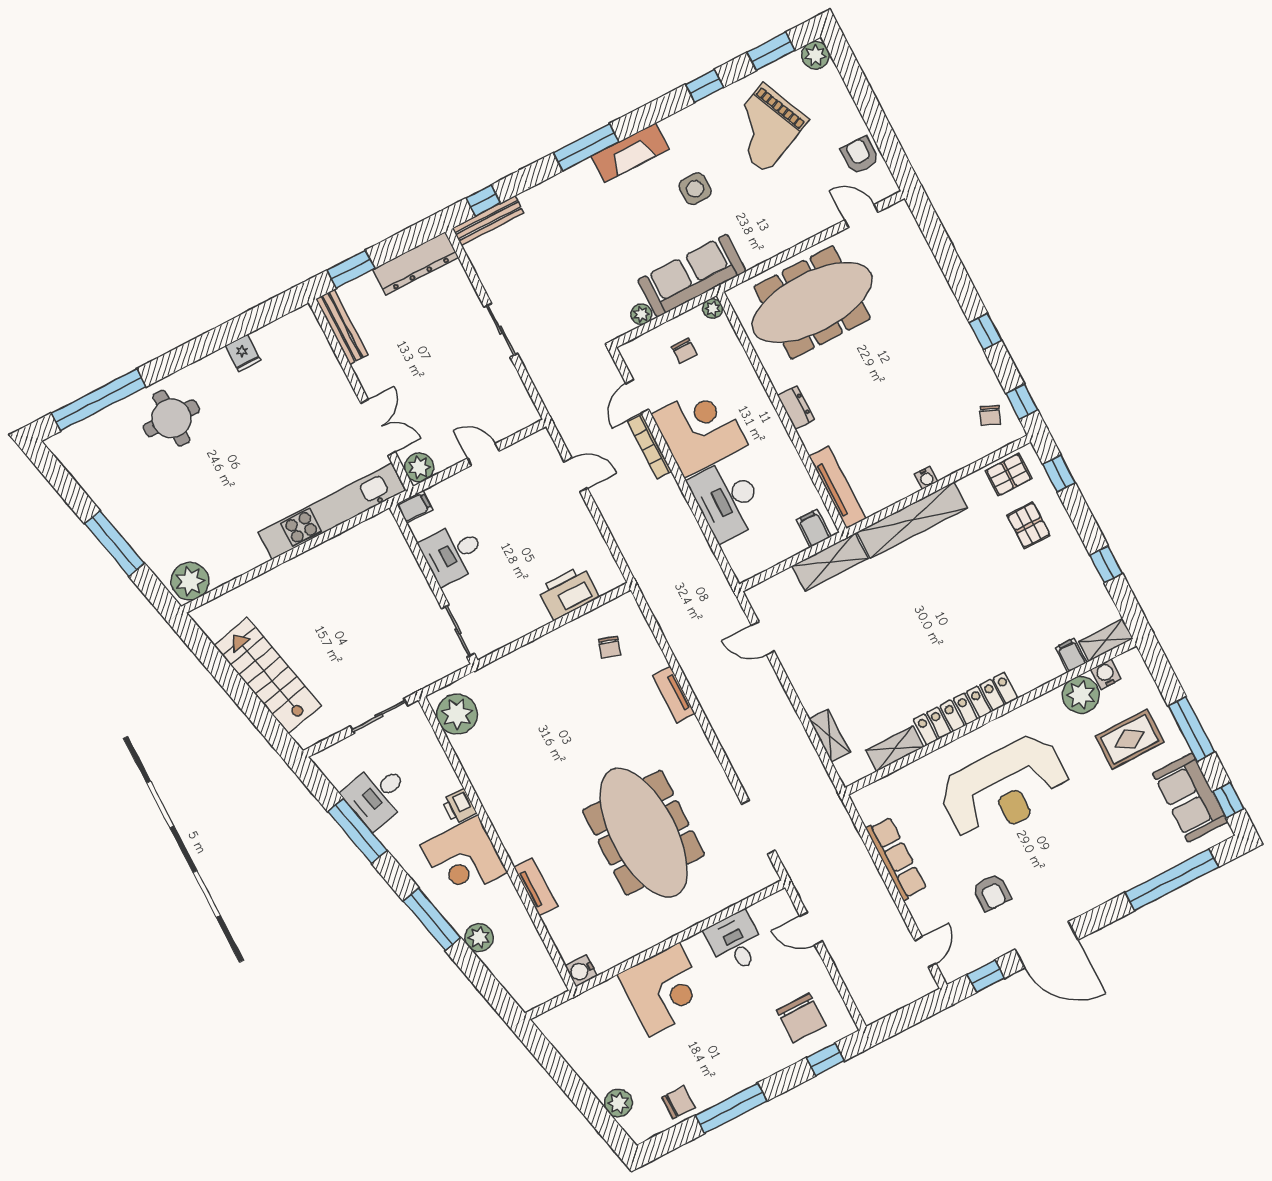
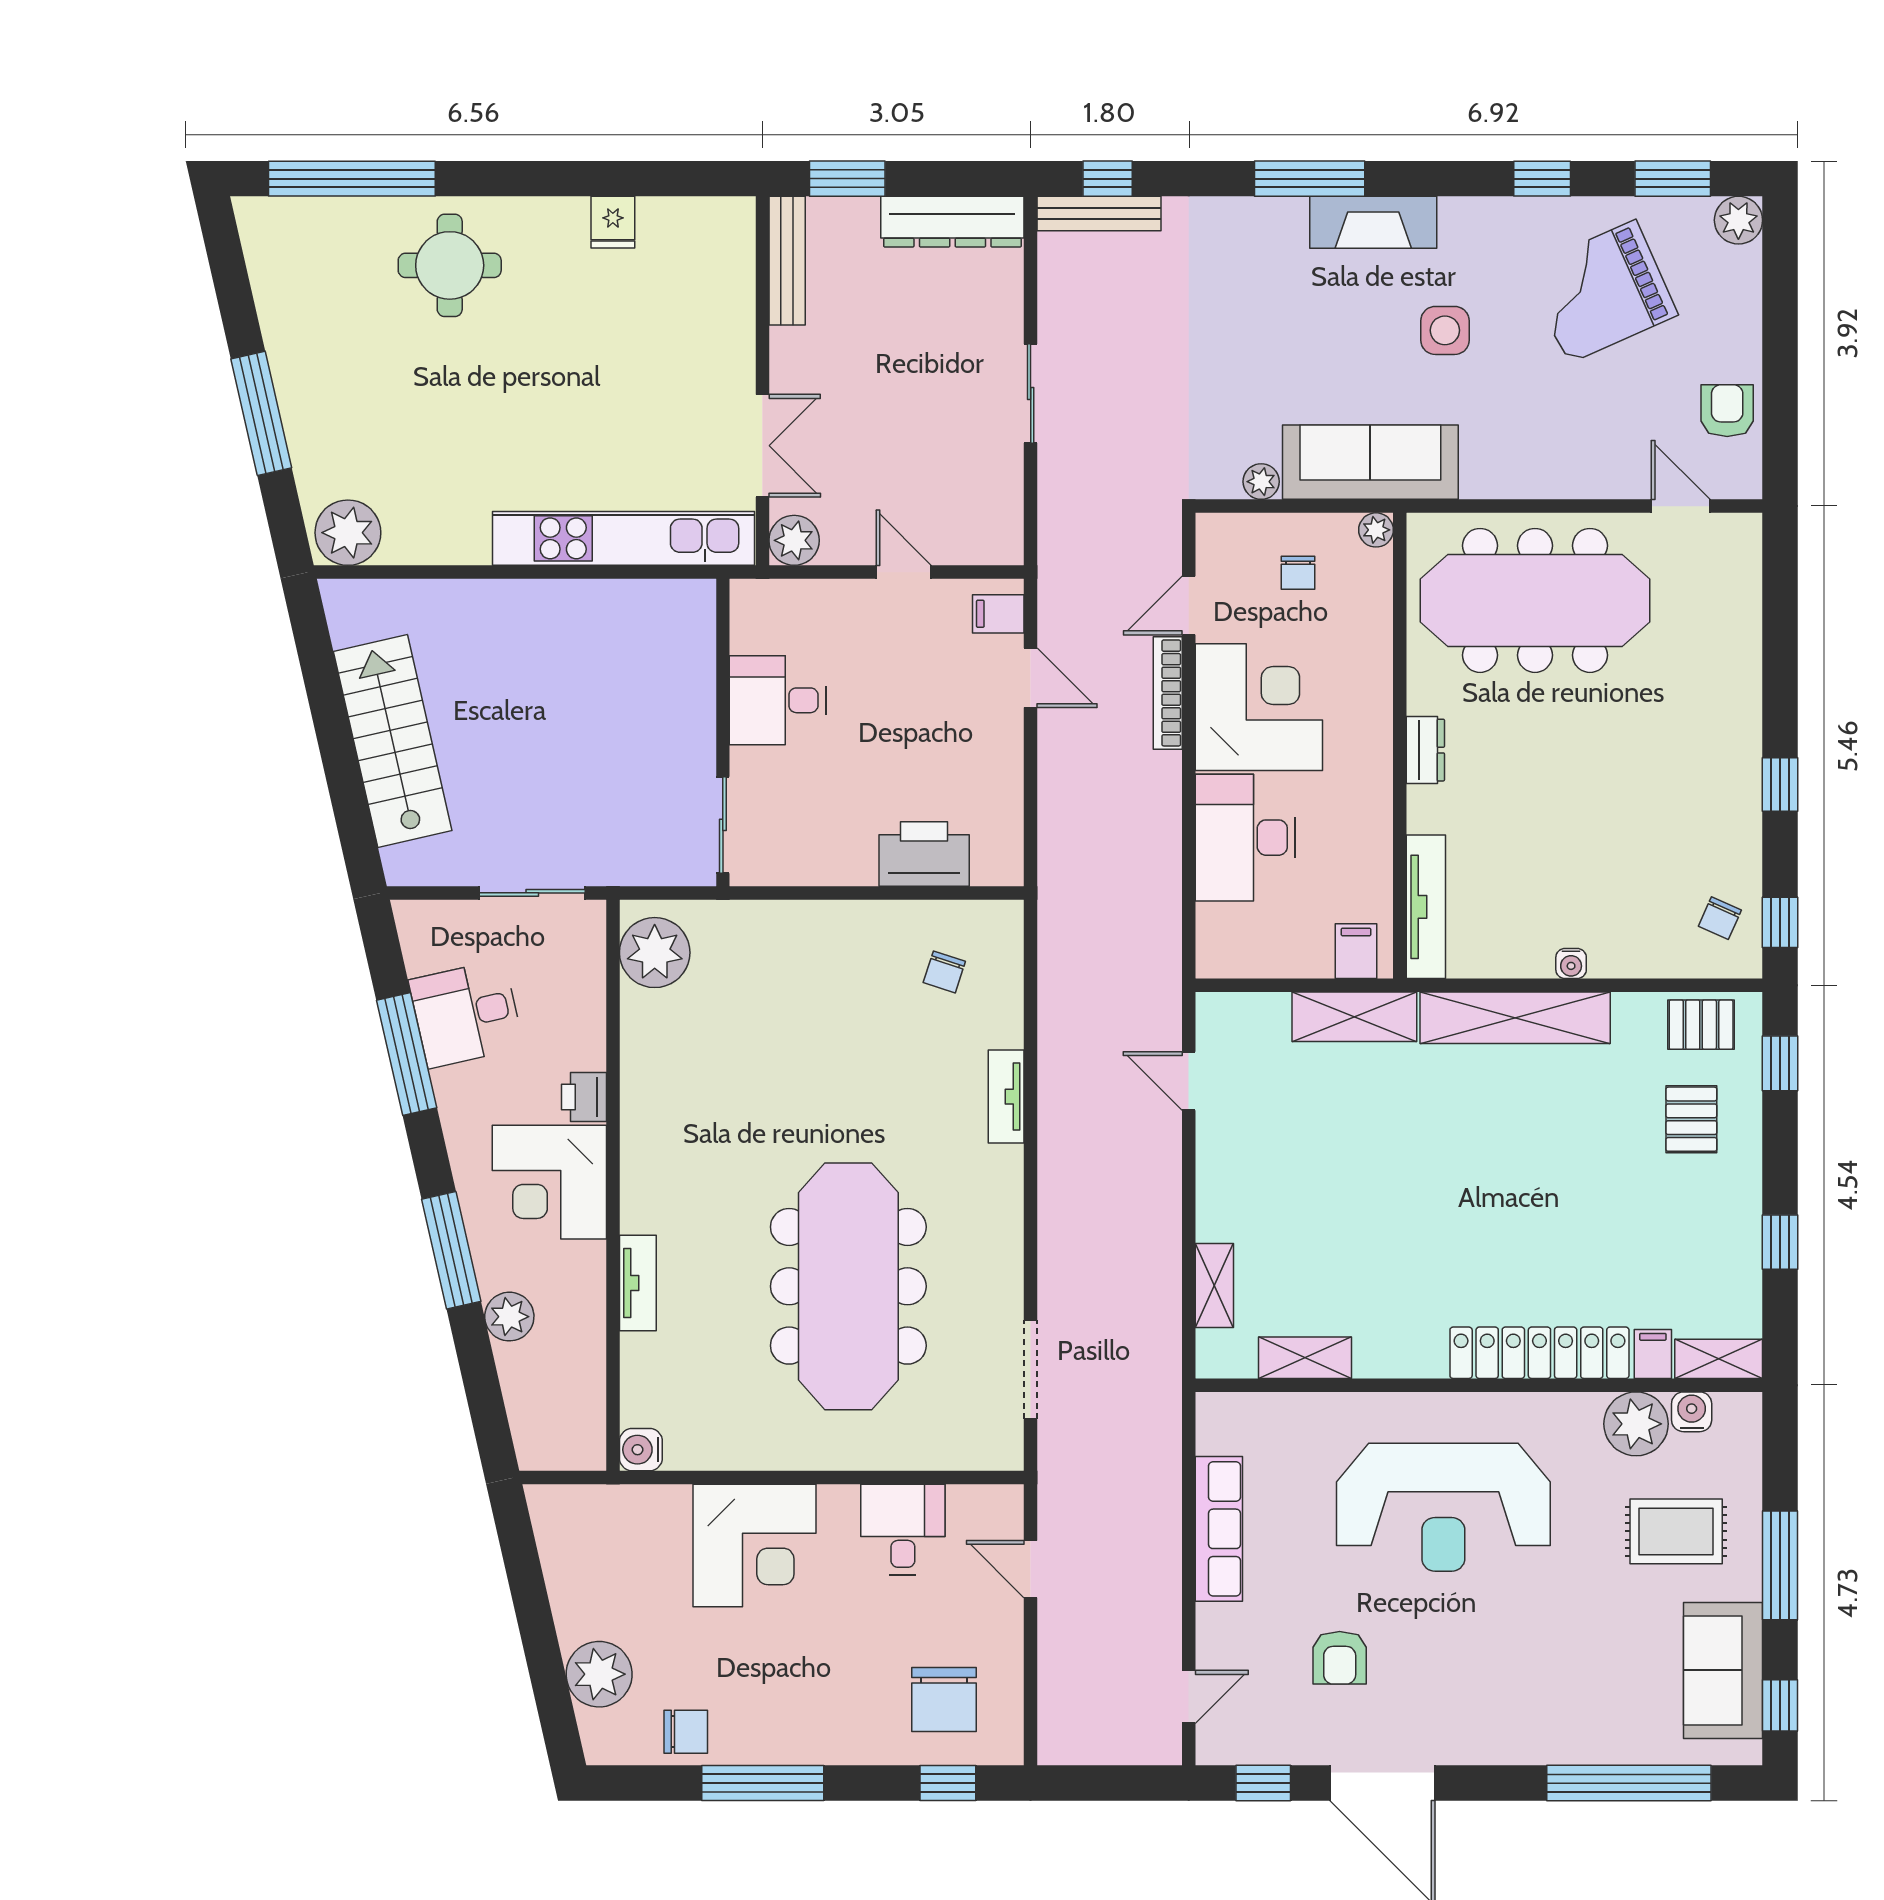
filing cabinet: (415, 507) -> (998, 614), moved, turned 180
locker: (965, 709) -> (1539, 1353), moved
plant: (618, 1103) -> (599, 1674), width x1.36, depth x1.36

